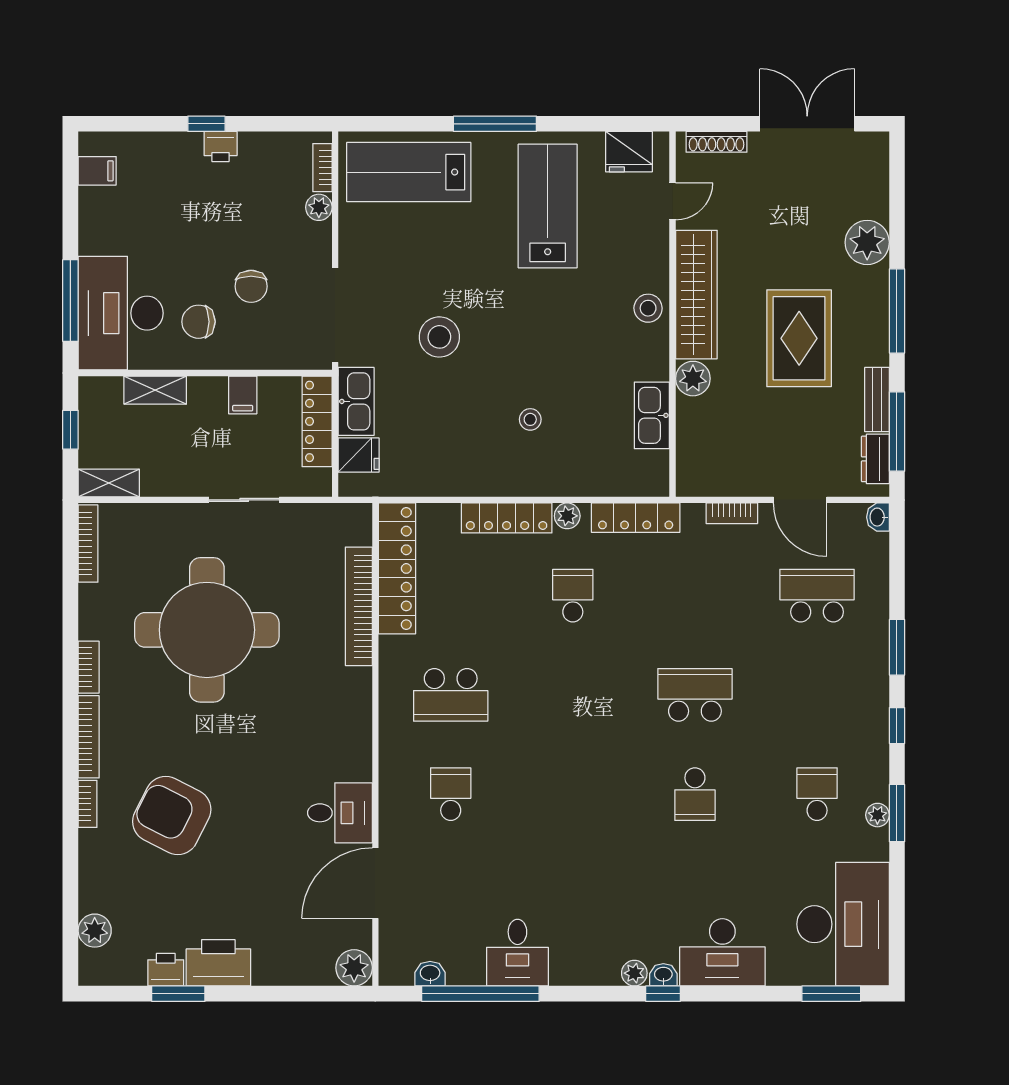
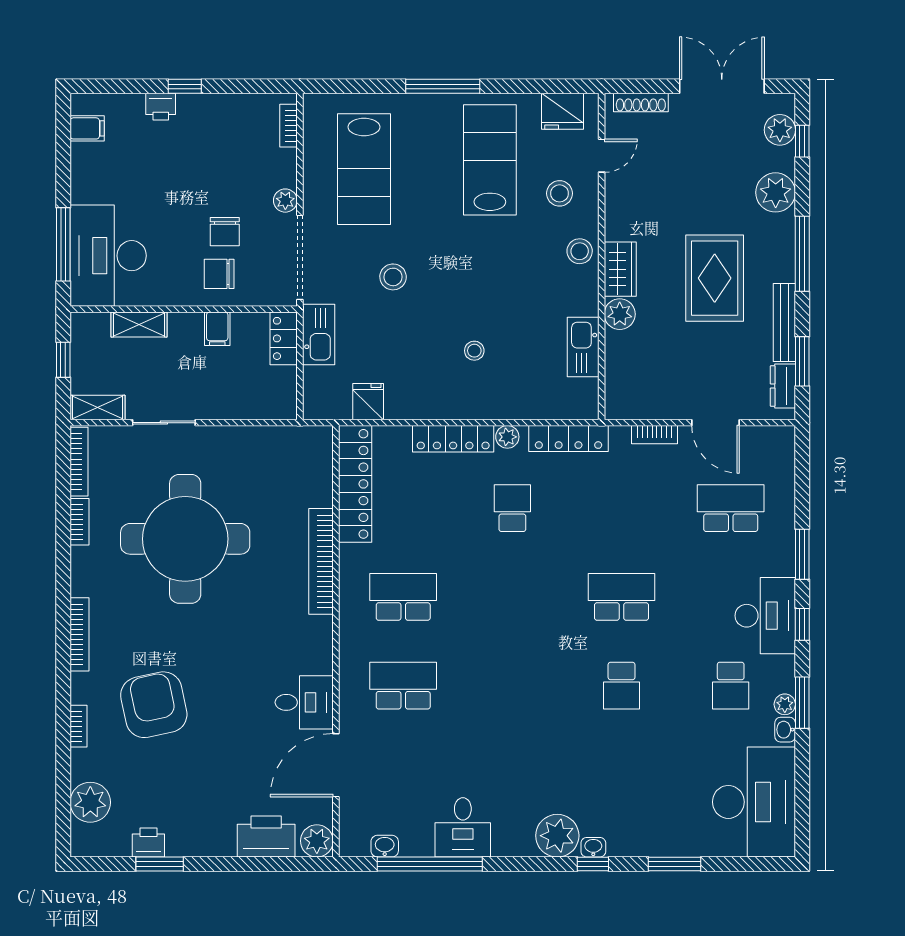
printer: (221, 147) -> (161, 107), moved
lab bench: (409, 172) -> (364, 169), moved, turned -90
plant: (872, 172) -> (780, 130), added
window: (897, 185) -> (802, 141), added
plant: (319, 207) -> (285, 201), moved
stool: (626, 243) -> (560, 193), added
wardrobe: (696, 295) -> (620, 269), width x0.48, depth x0.85
chair: (198, 322) -> (219, 274), moved
stool: (439, 337) -> (393, 277), width x0.73, depth x0.73
bench: (877, 400) -> (784, 322), width x1.36
locker: (317, 421) -> (284, 338), width x0.66
window: (897, 431) -> (802, 361), width x0.69
fridge: (359, 455) -> (368, 402), moved, turned -90
sliding door: (244, 500) -> (164, 423), moved
washbasin: (878, 517) -> (785, 730), moved
bookcase: (359, 606) -> (321, 561), moved
bookcase: (89, 667) -> (79, 522), moved
school desk: (451, 695) -> (403, 597), turned 180
school desk: (451, 794) -> (403, 686), width x1.85
school desk: (817, 794) -> (731, 686), turned 180
bookcase: (88, 804) -> (79, 726), moved
armchair: (172, 815) -> (154, 705), turned 51
plant: (95, 931) -> (90, 802), width x1.36, depth x1.36
desk: (722, 952) -> (765, 616), moved, turned -90
printer: (218, 963) -> (266, 836), moved
plant: (634, 973) -> (557, 836), width x1.88, depth x1.88
window: (831, 994) -> (675, 864), moved

